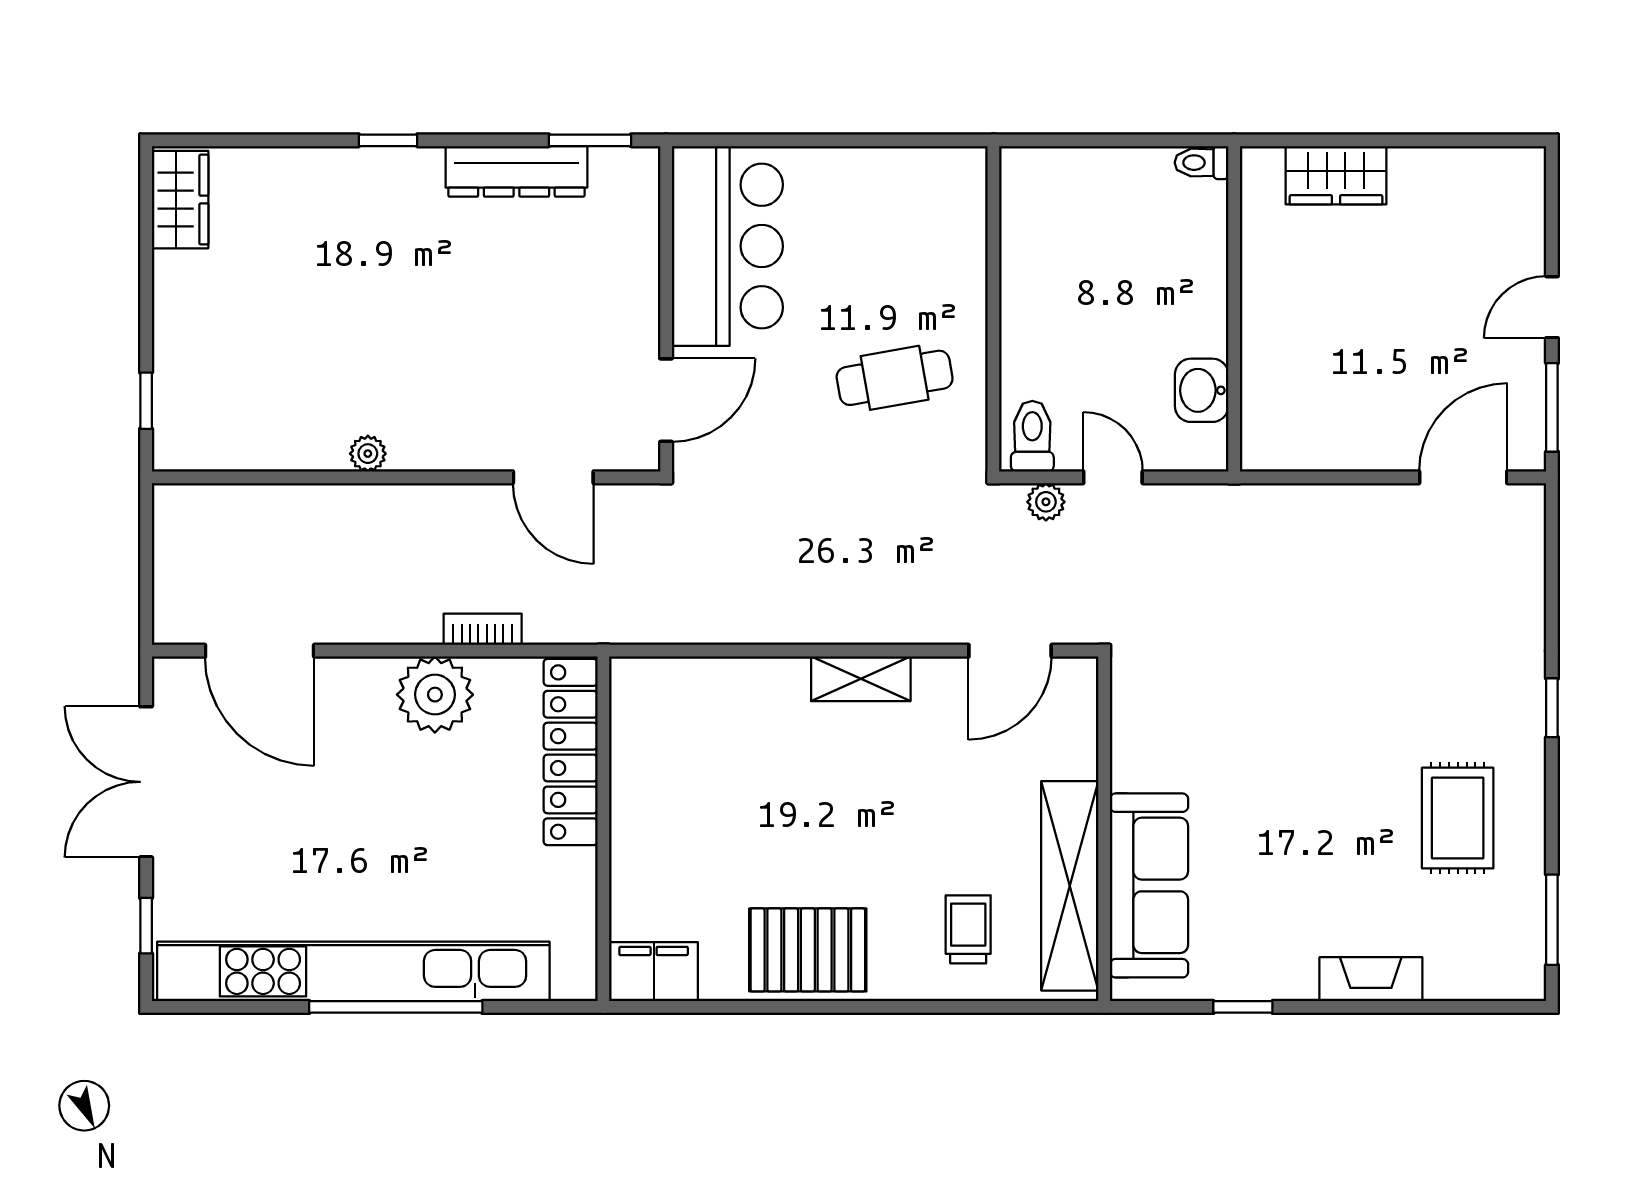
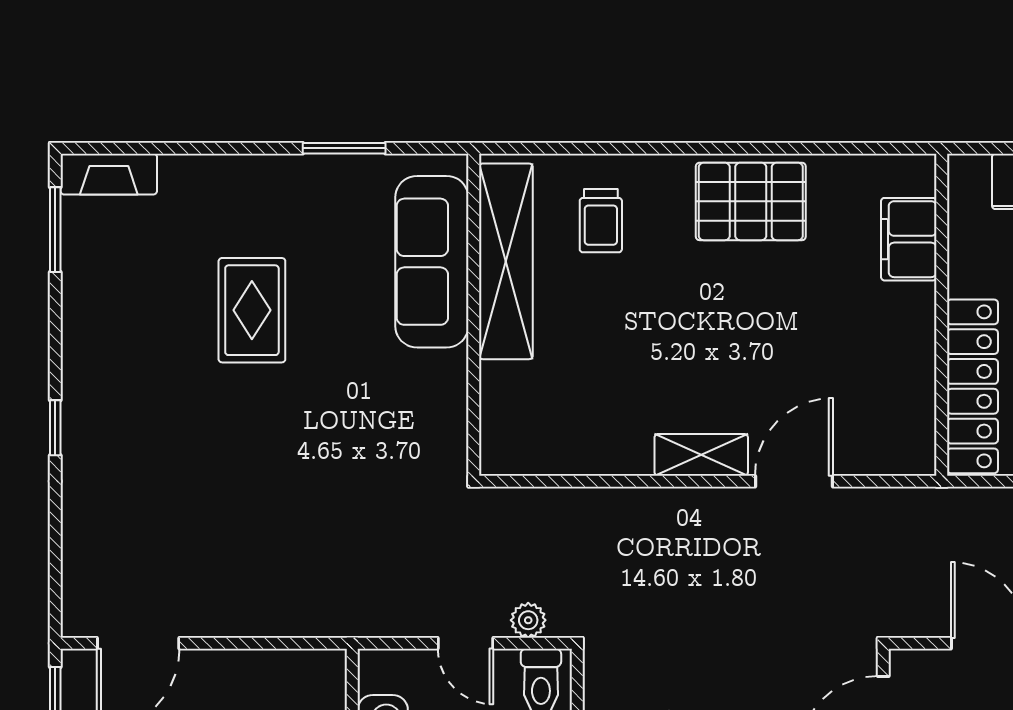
door: (1010, 651) -> (794, 481), moved
rug: (1458, 818) -> (252, 310), moved
filing cabinet: (654, 972) -> (909, 239), moved, turned 90
fireplace: (1371, 979) -> (109, 174), moved
window: (1243, 1007) -> (344, 148), width x1.50

